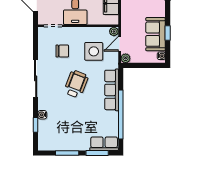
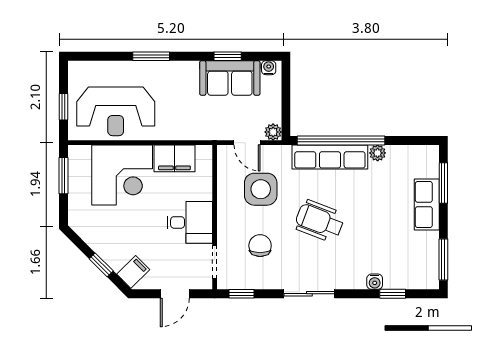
plant: (114, 31) -> (378, 153), moved
window: (36, 41) -> (241, 294), added
sliding door: (36, 78) -> (309, 294), width x0.73
window: (121, 114) -> (341, 140), moved
row of seats: (104, 144) -> (427, 204), moved
window: (67, 153) -> (443, 260), moved

